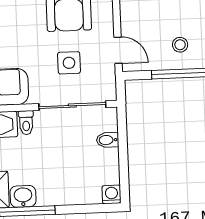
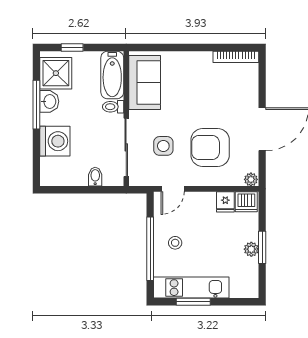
washing machine: (112, 194) -> (55, 141), moved, width x1.89, depth x1.89

